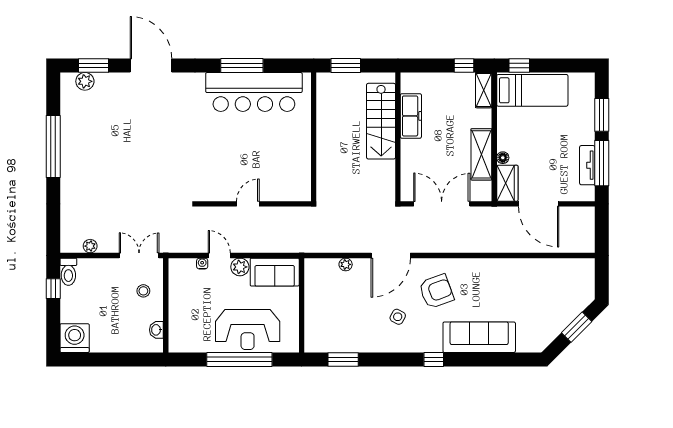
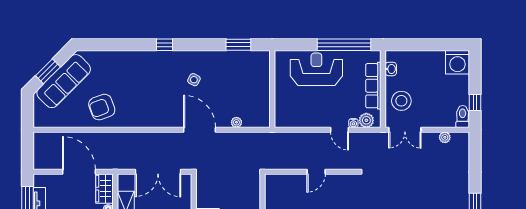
door: (391, 255) -> (200, 130), hinge flipped
plant: (240, 267) -> (366, 120), moved
sofa: (275, 272) -> (294, 116), removed
stool: (143, 291) -> (401, 101), width x1.89, depth x1.89
armchair: (436, 291) -> (102, 107), moved
row of seats: (178, 309) -> (373, 86), added
sofa: (479, 337) -> (64, 81), moved, turned -45
window: (239, 359) -> (344, 45), moved

